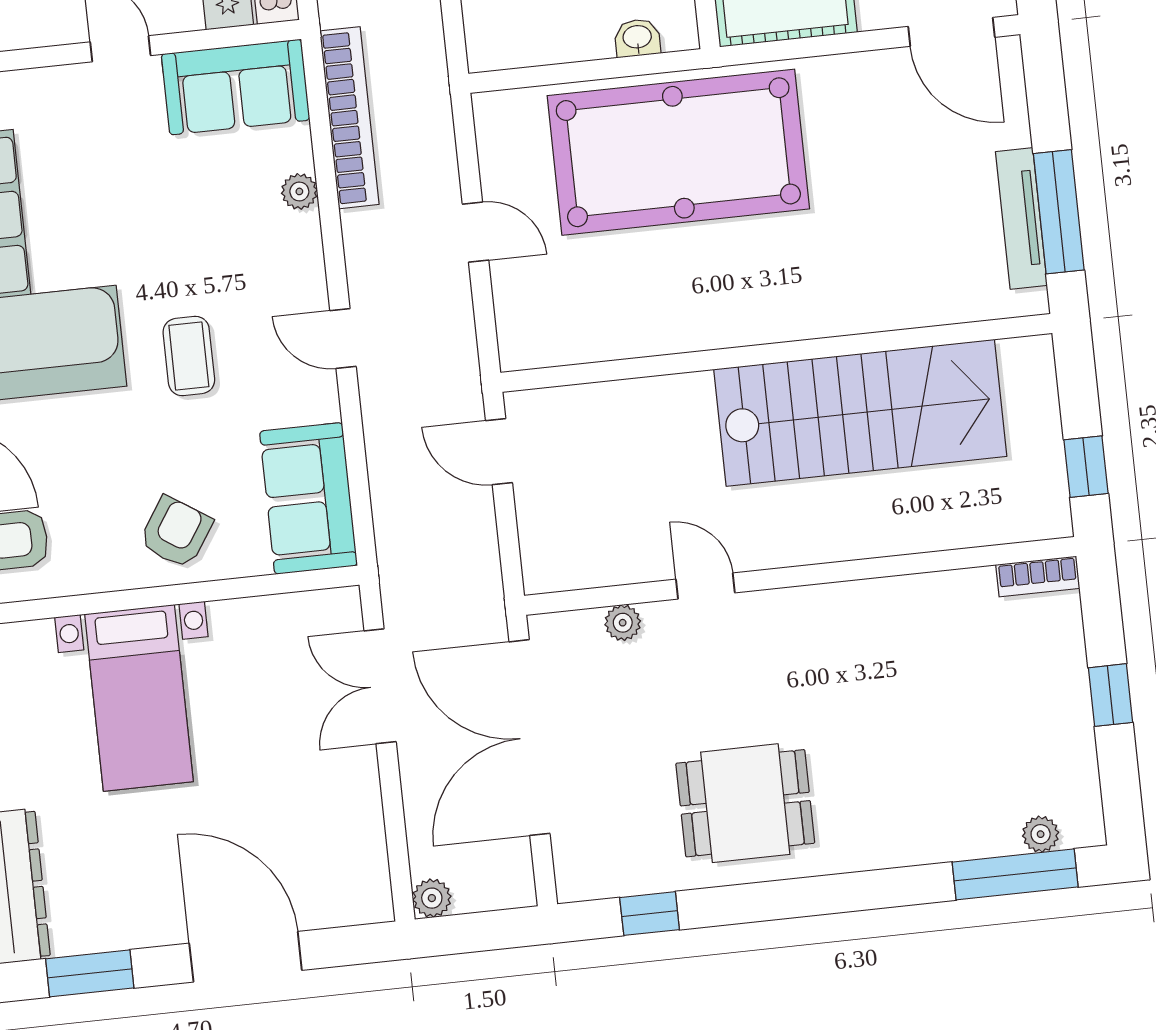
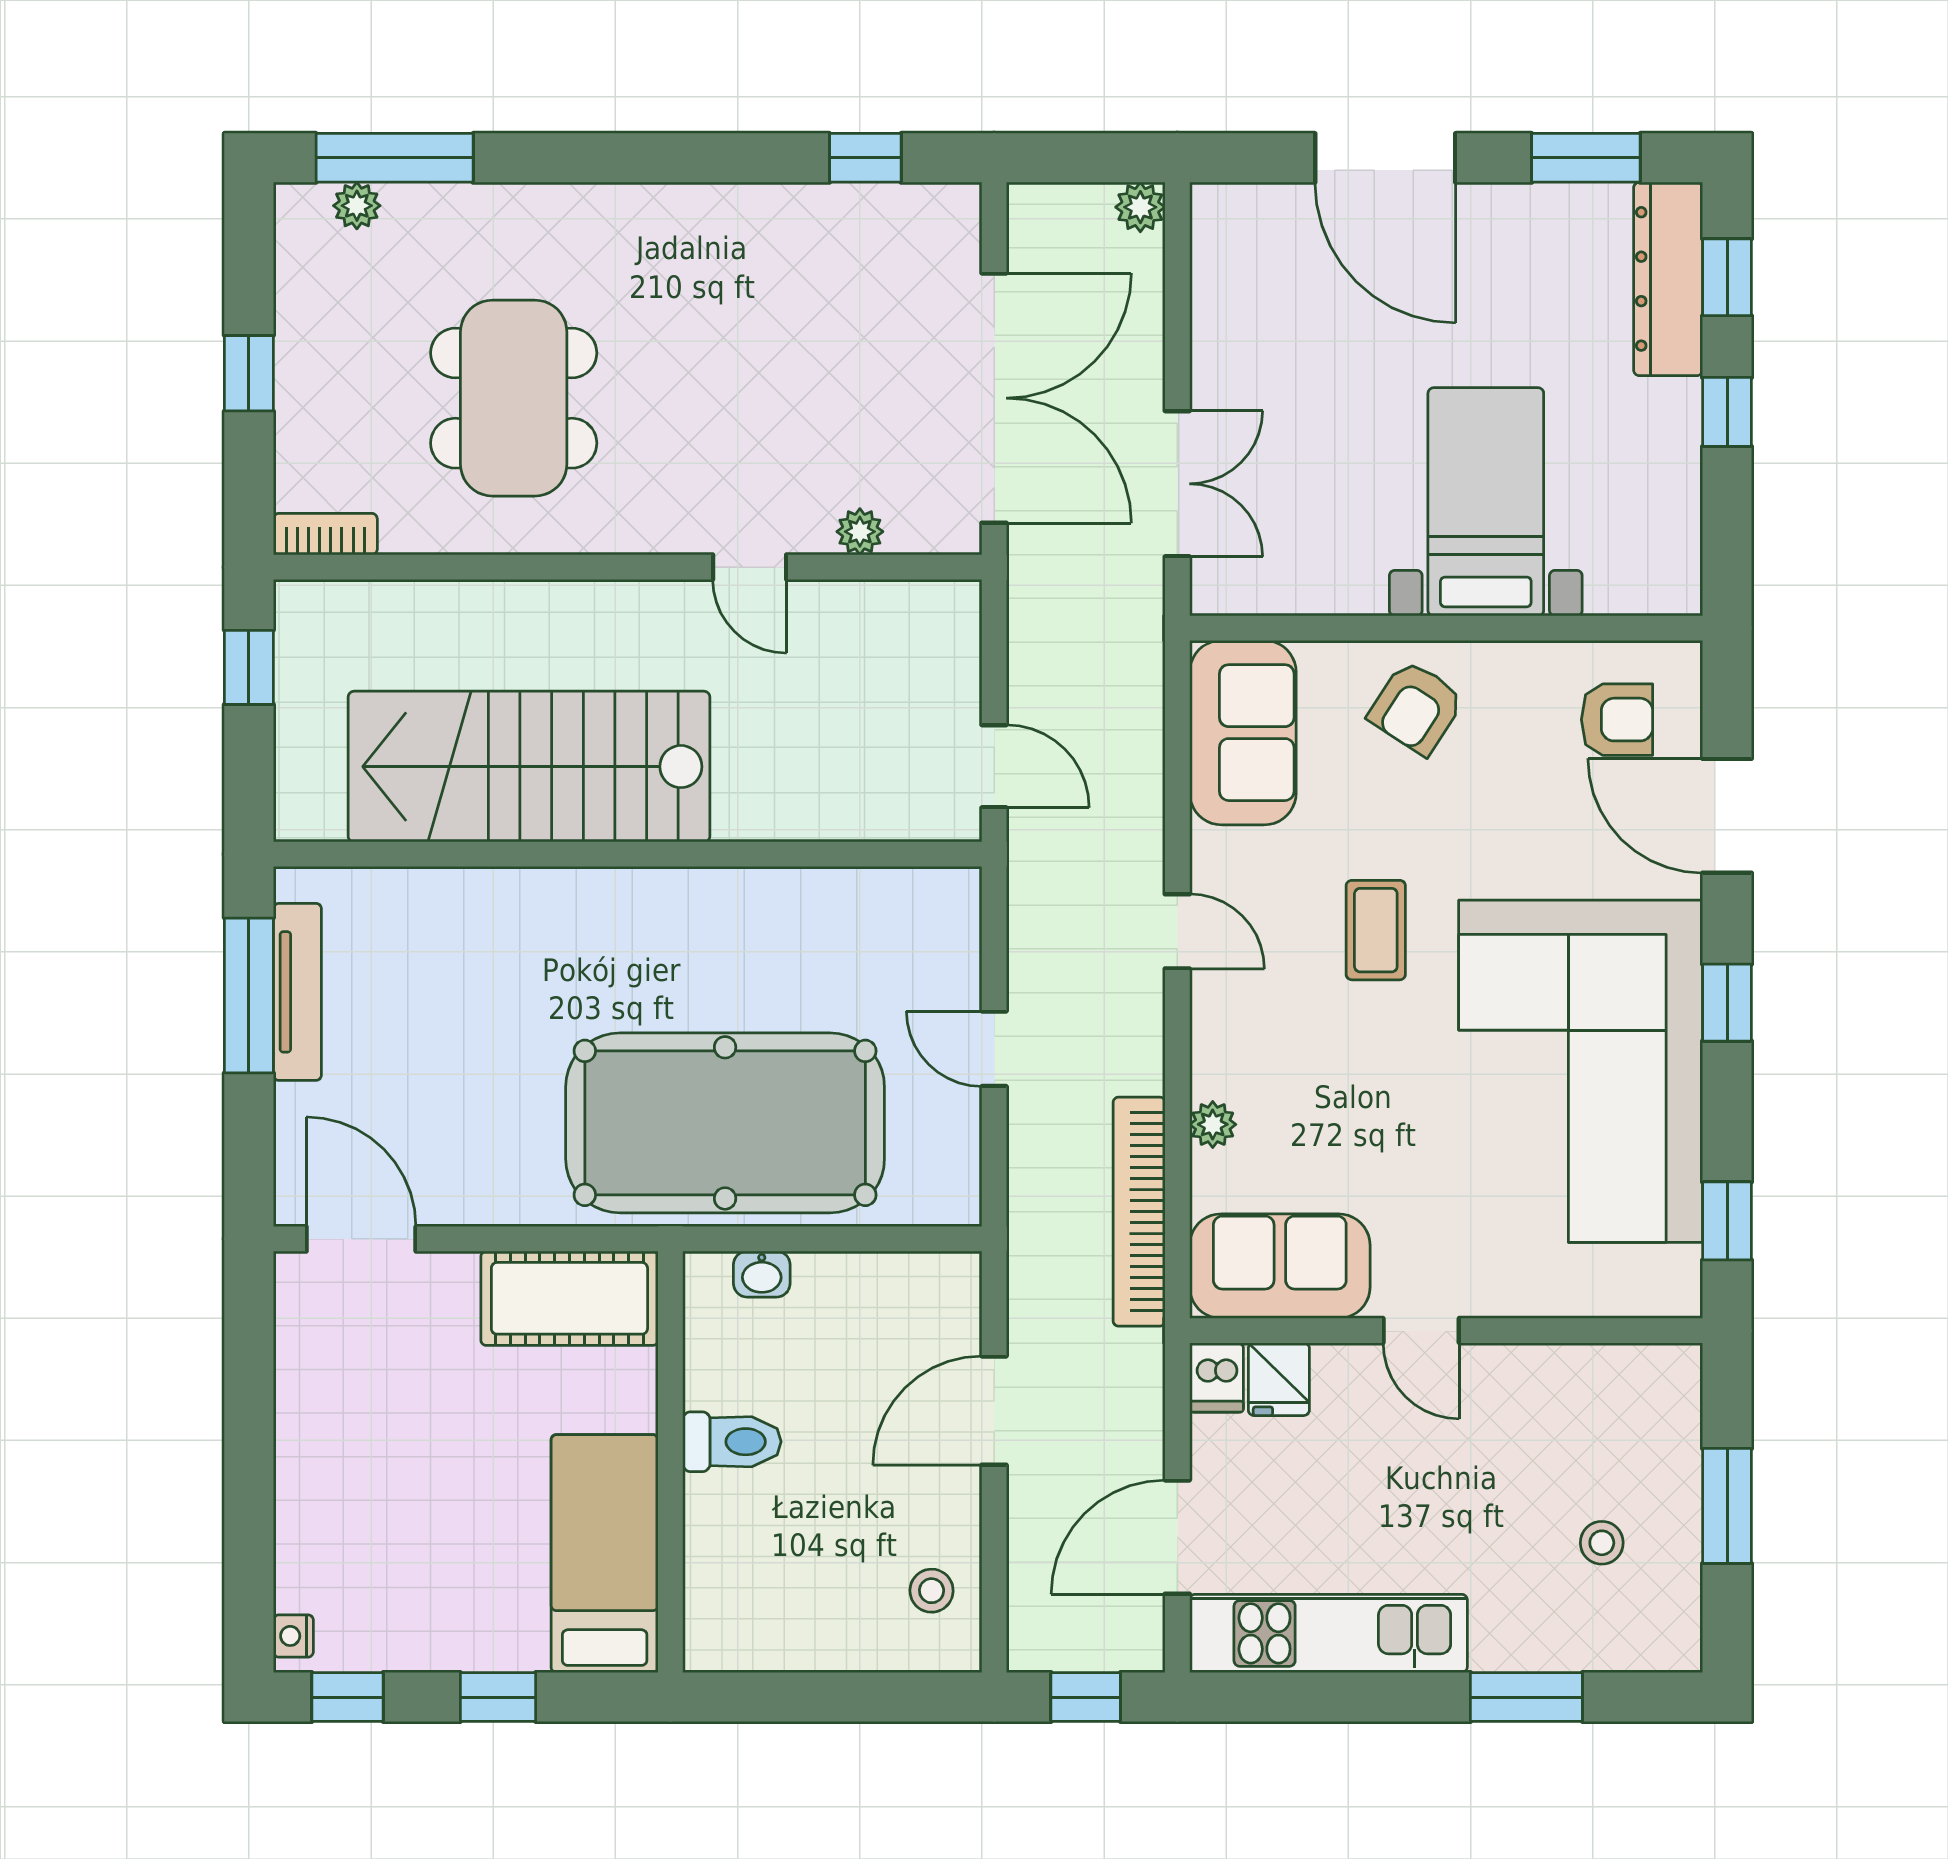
dining table: (745, 803) -> (514, 398), moved, width x1.37

